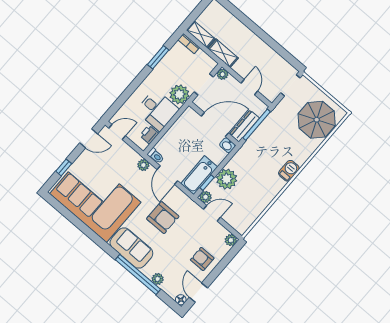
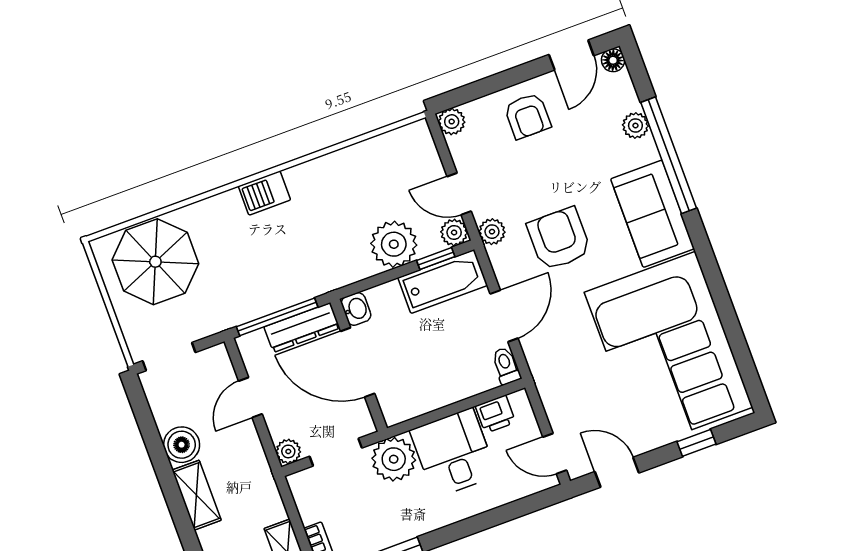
shelving: (223, 53) -> (197, 495), moved
boiler: (266, 53) -> (182, 445), added
plant: (143, 165) -> (492, 232), moved

